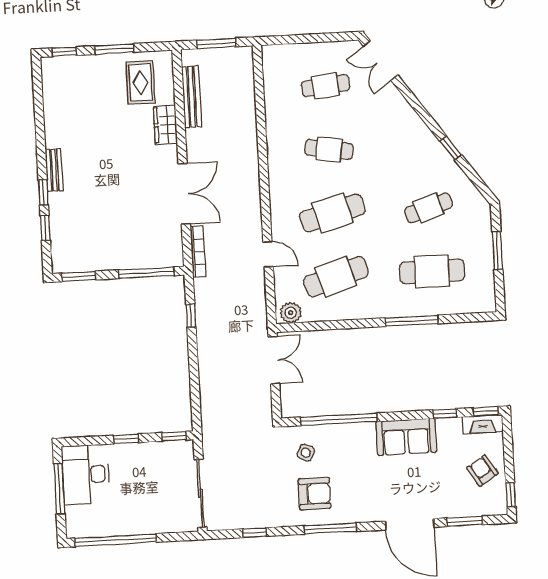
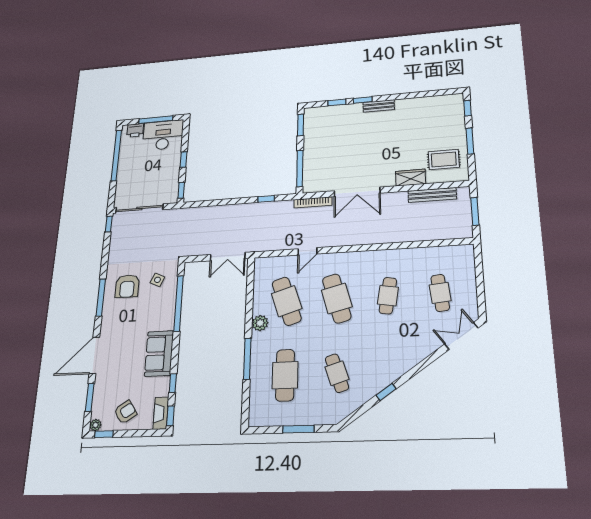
plant: (291, 313) -> (260, 323), moved
plant: (500, 508) -> (95, 425), added
printer: (76, 518) -> (135, 130), added
window: (255, 533) -> (109, 224), moved

